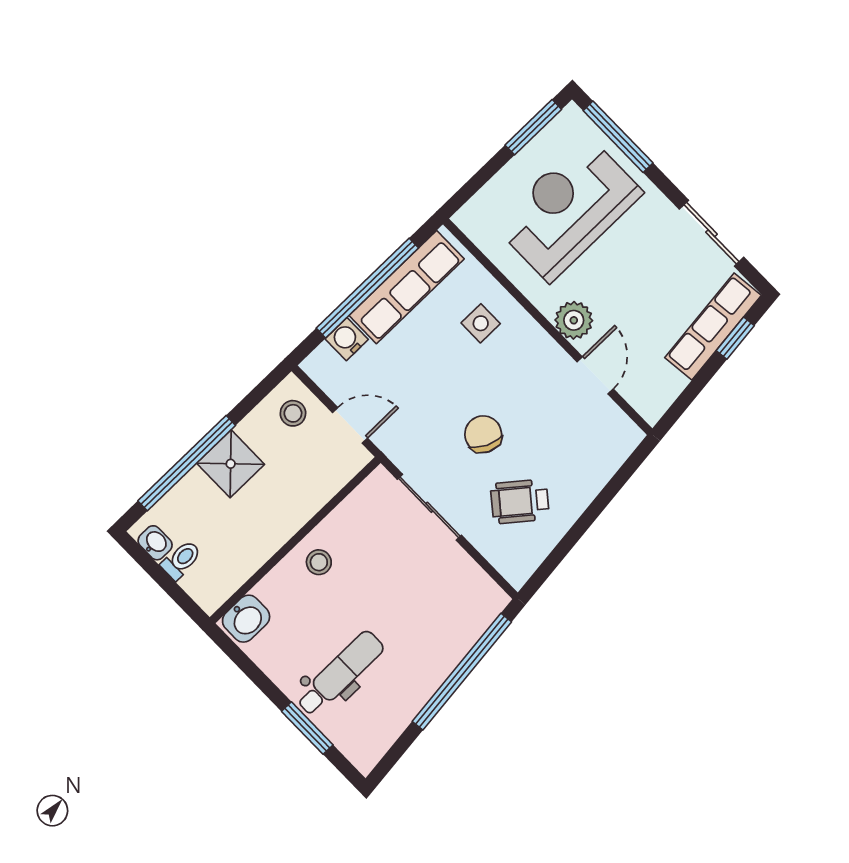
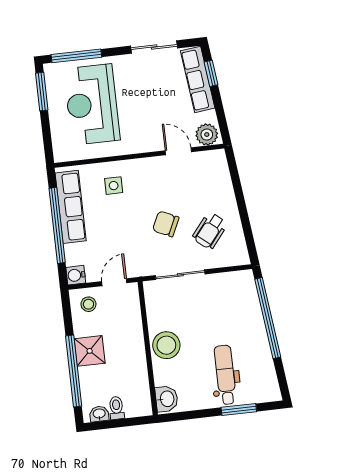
plant: (574, 320) -> (207, 135), moved
water cooler: (347, 339) -> (76, 275), moved
stool: (319, 562) -> (166, 345), width x1.89, depth x1.89

